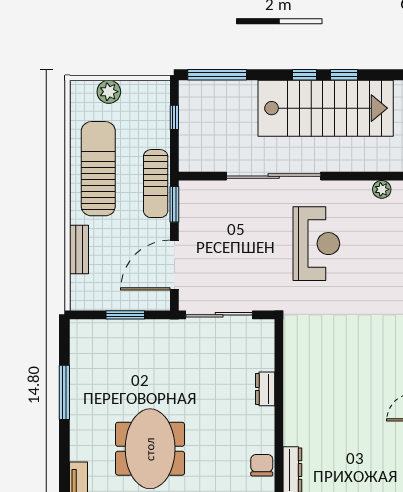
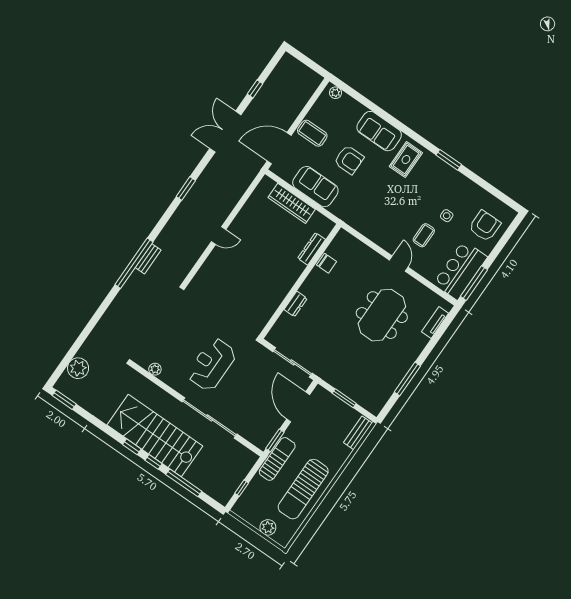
window: (217, 75) -> (184, 483), moved
bench: (79, 249) -> (358, 433), moved
door: (174, 265) -> (298, 407), swing flipped
chair: (262, 465) -> (327, 263), turned -90

